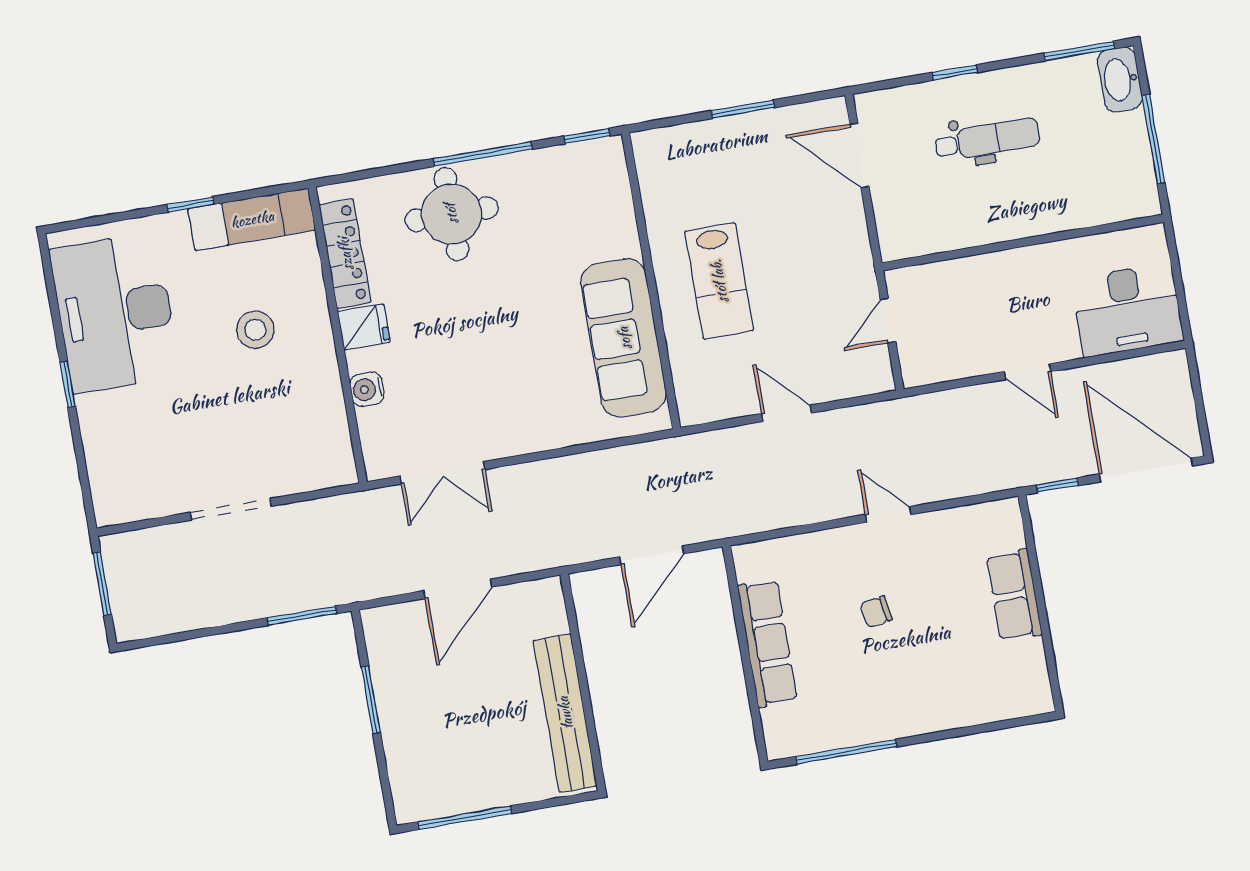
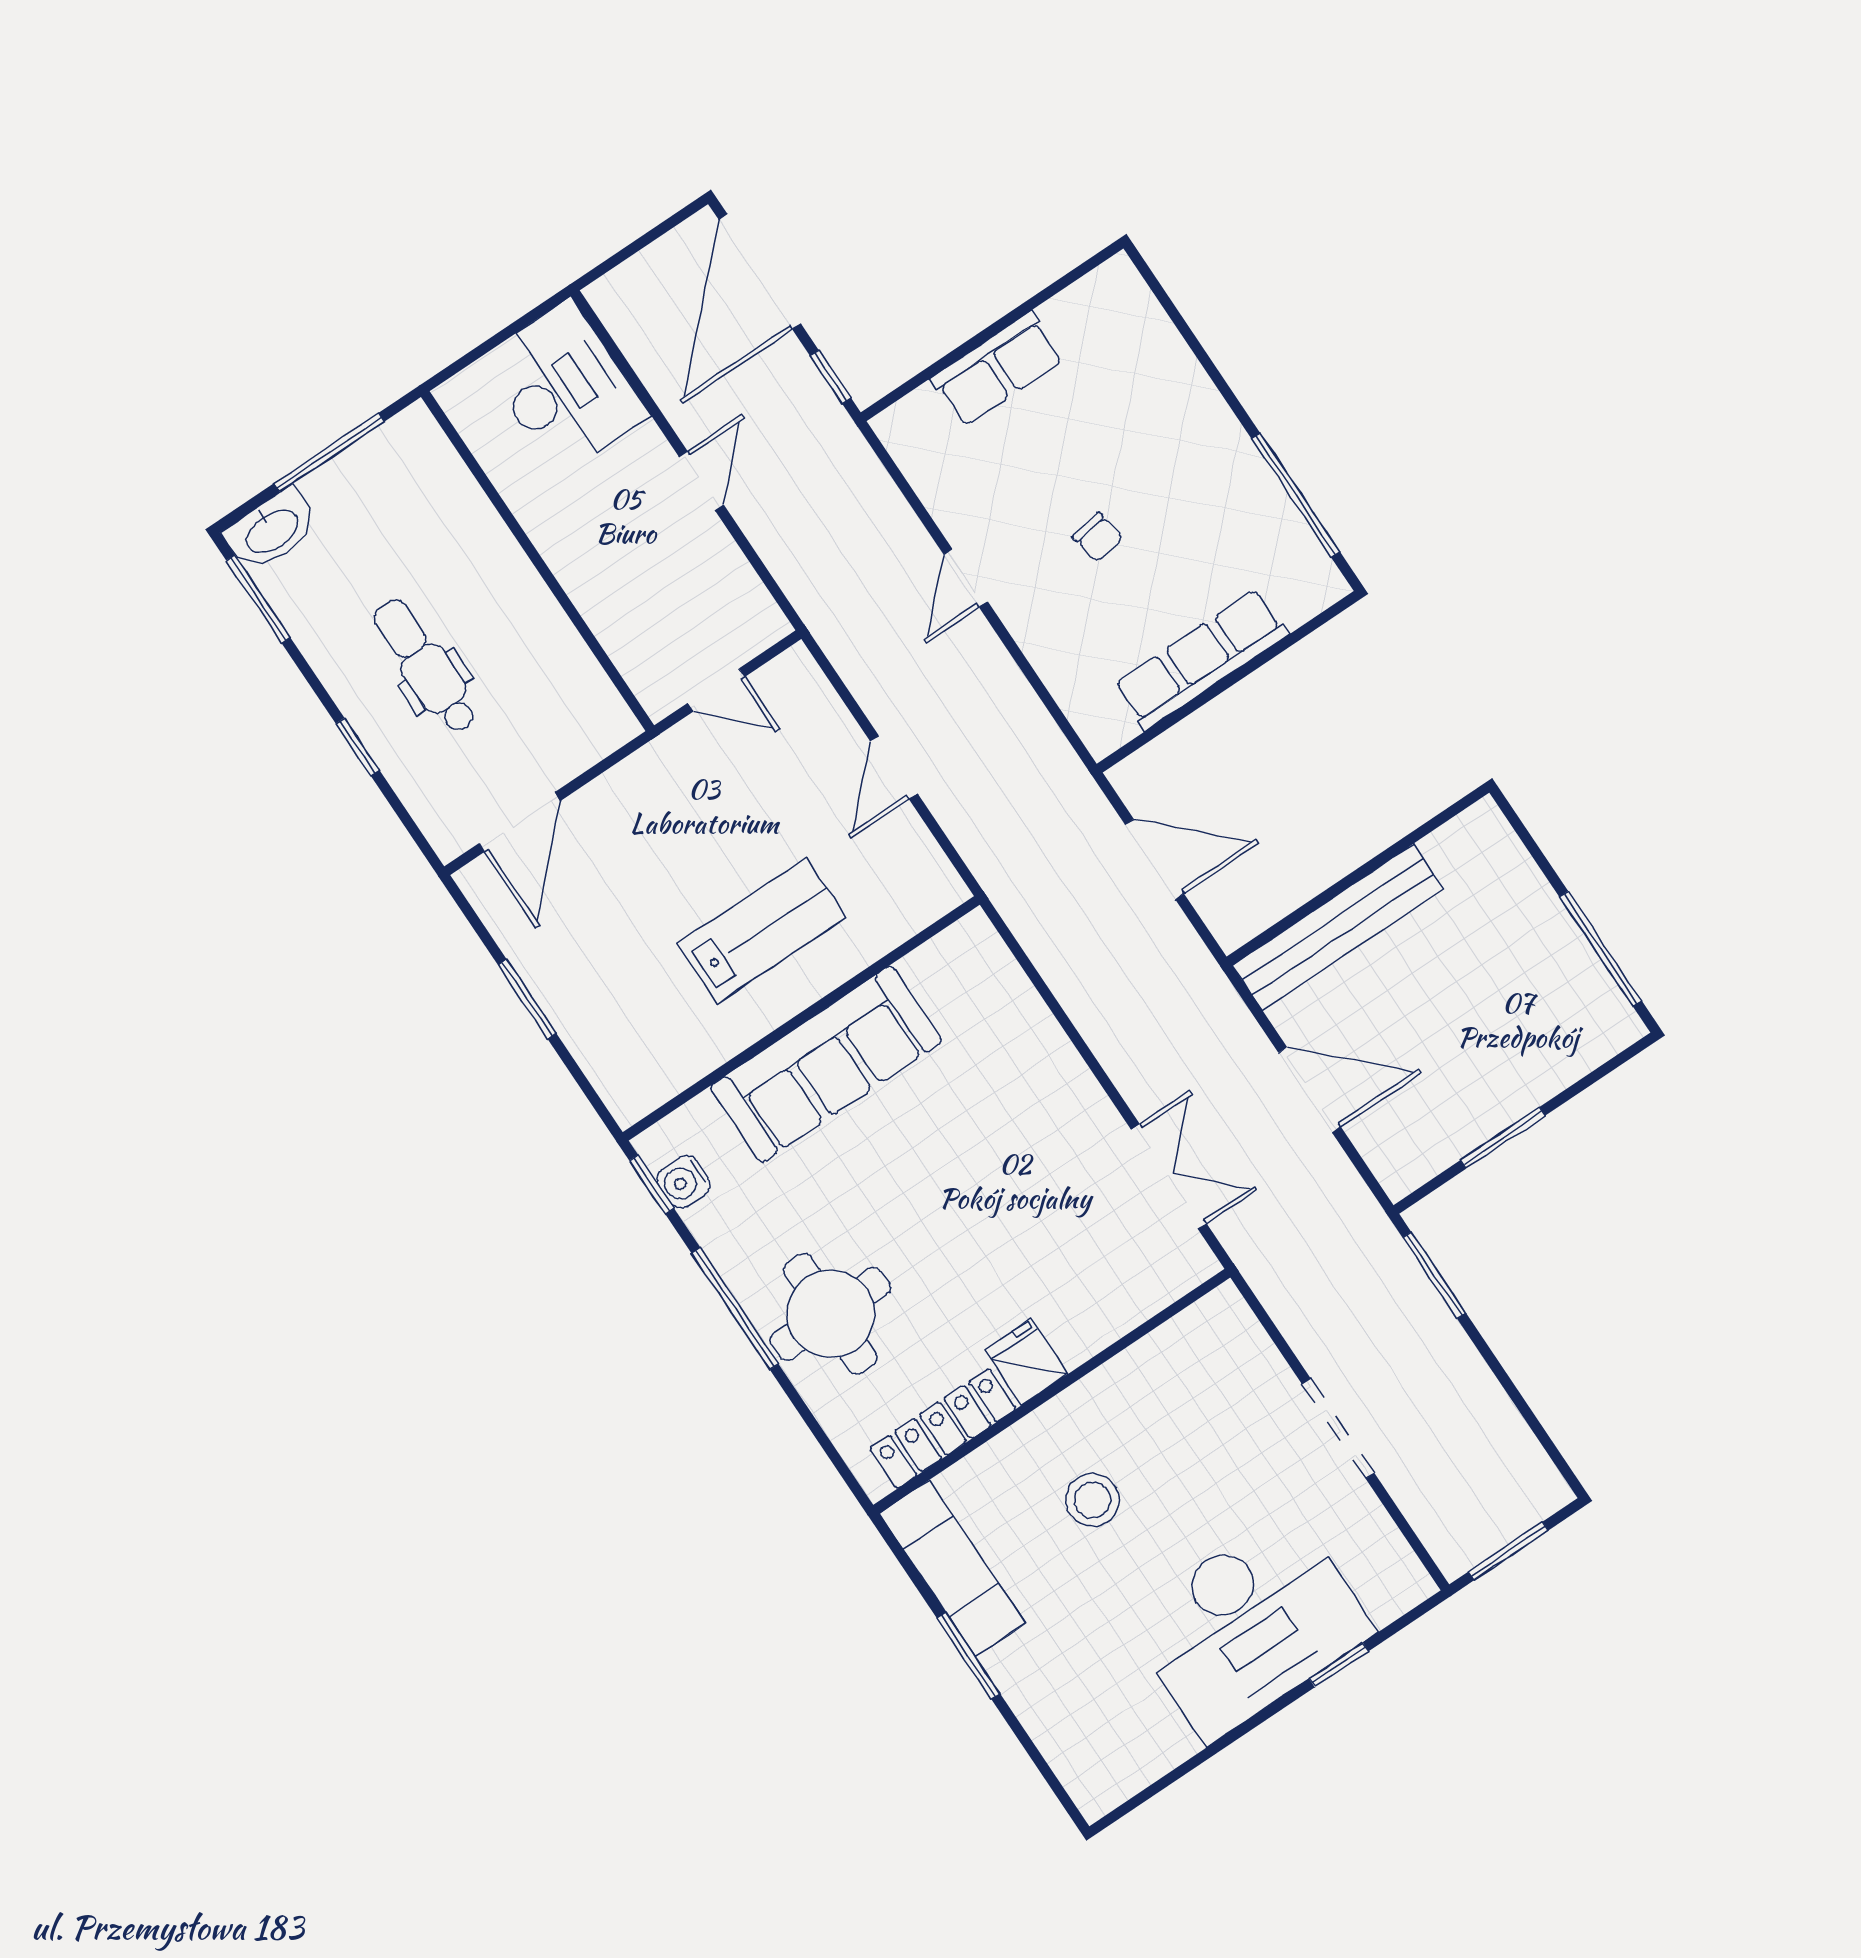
window: (191, 204) -> (968, 1656), width x1.50
desk: (115, 313) -> (1249, 1625), moved
sofa: (624, 338) -> (826, 1064), moved
window: (68, 384) -> (1339, 1665), moved
water cooler: (367, 389) -> (683, 1182), moved, turned 90
bench: (565, 713) -> (1338, 927), moved

